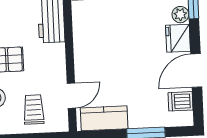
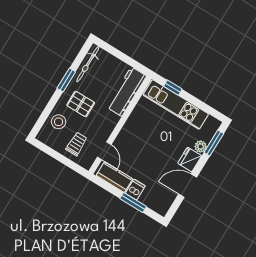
door: (71, 96) -> (104, 151), hinge flipped
dishwasher: (181, 101) -> (135, 190), moved, turned 90

